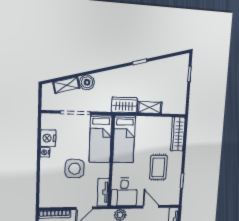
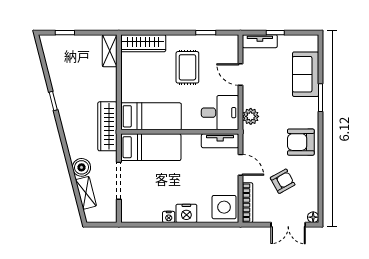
wardrobe: (124, 105) -> (107, 126), width x1.50
shelving: (150, 108) -> (110, 51), moved
nightstand: (48, 138) -> (186, 213), moved
rug: (158, 167) -> (187, 67), turned 90
side table: (74, 169) -> (224, 207), moved
door: (151, 207) -> (240, 74), hinge flipped

